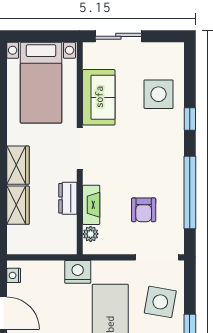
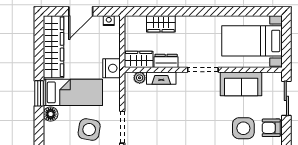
wardrobe: (18, 165) -> (139, 59), moved, turned 180
armchair: (144, 210) -> (271, 128), moved

